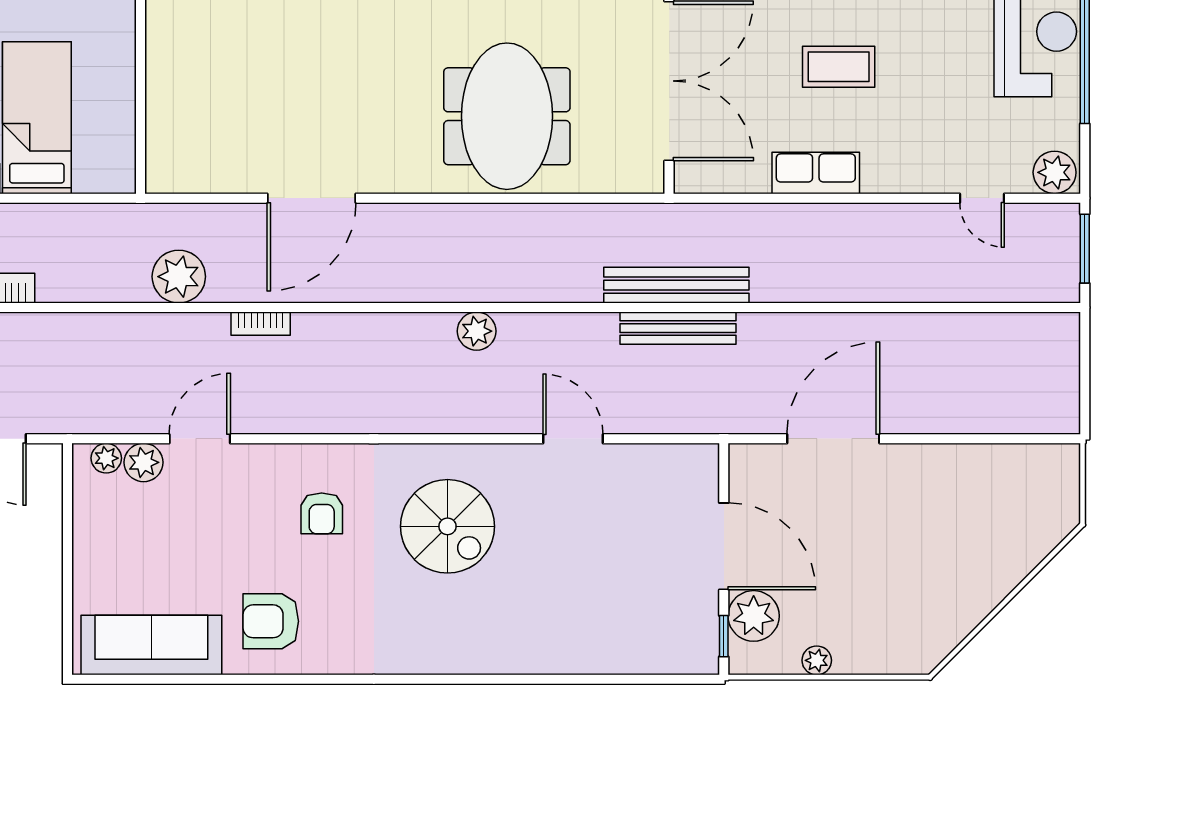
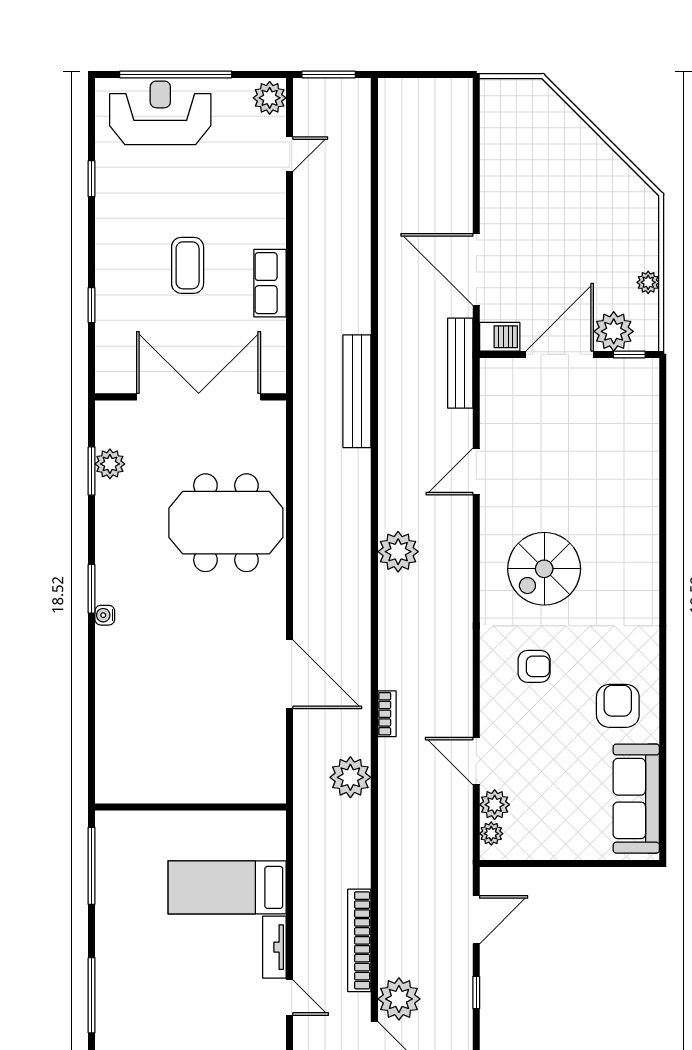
bench: (678, 328) -> (460, 363), moved
plant: (477, 331) -> (398, 552), width x1.36, depth x1.36
barbecue: (747, 469) -> (500, 337), added
spiral stairs: (448, 526) -> (544, 569), turned 180
armchair: (271, 621) -> (618, 706), turned 180

